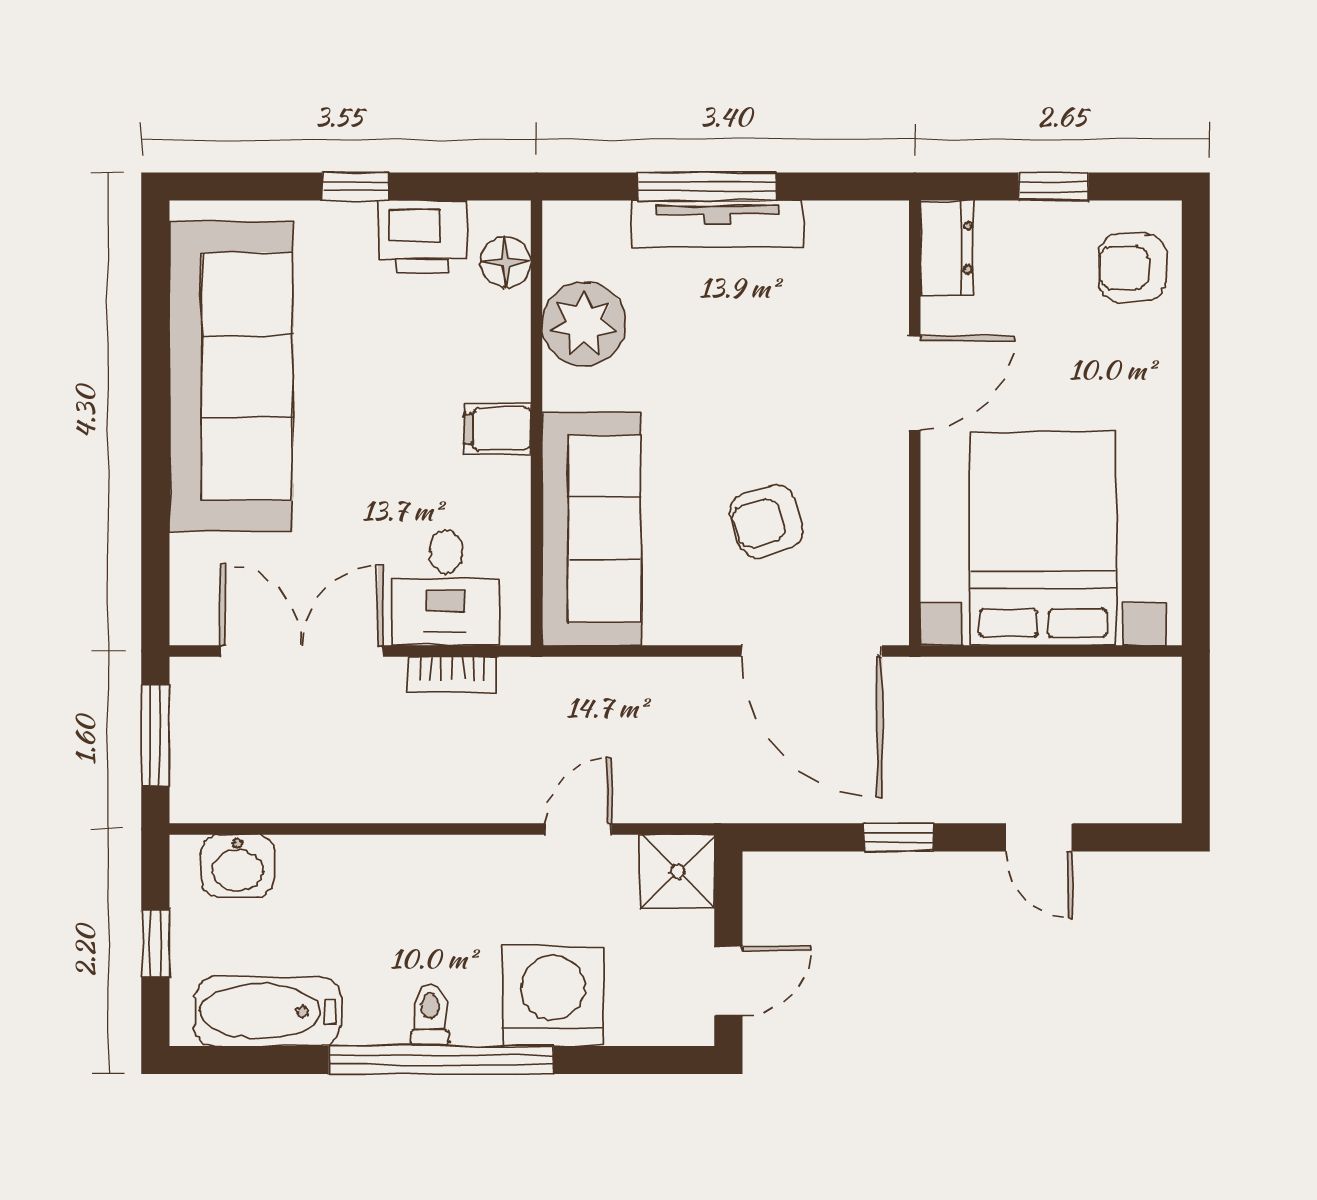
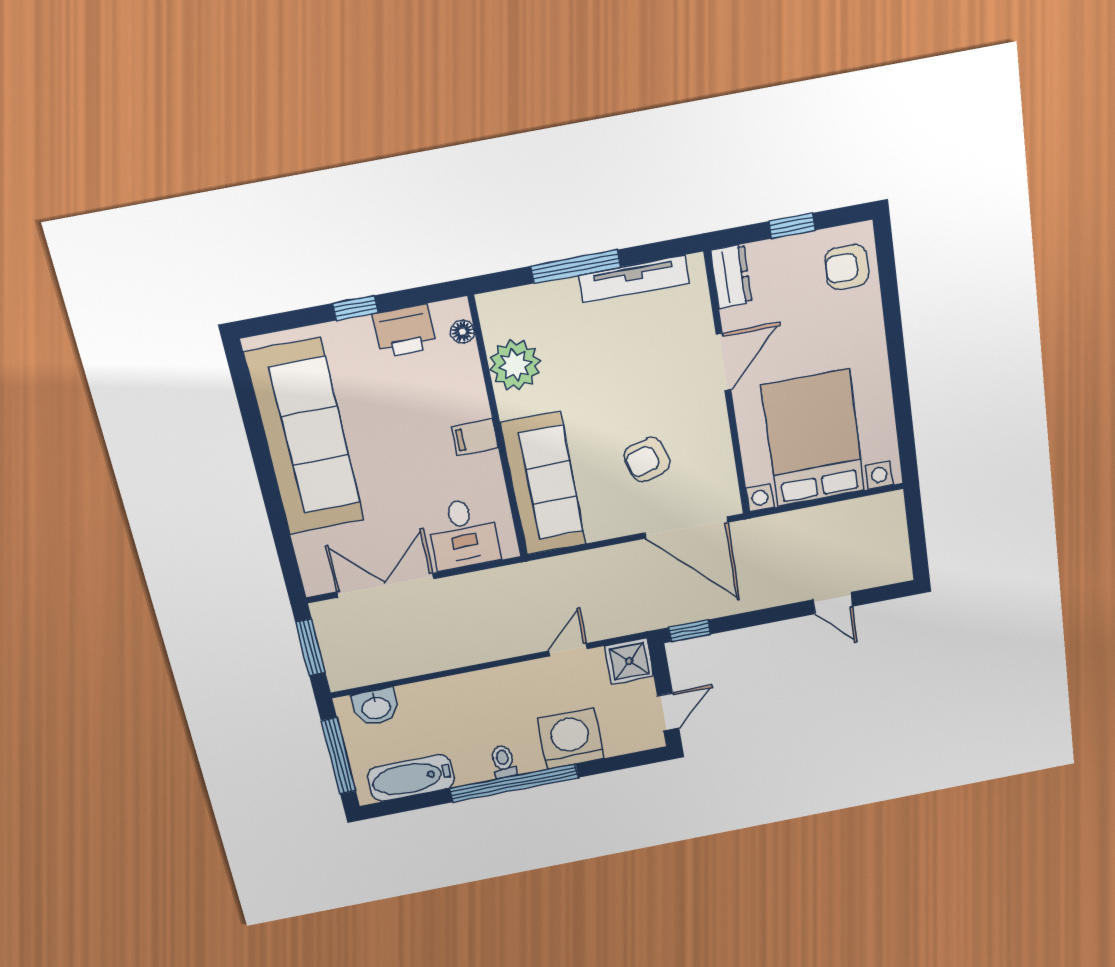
tv unit: (717, 224) -> (634, 279), moved
floor lamp: (506, 262) -> (463, 332), width x0.73, depth x0.73
bookcase: (453, 674) -> (477, 581), removed
window: (899, 837) -> (690, 631), moved
window: (155, 943) -> (339, 756), width x2.17

